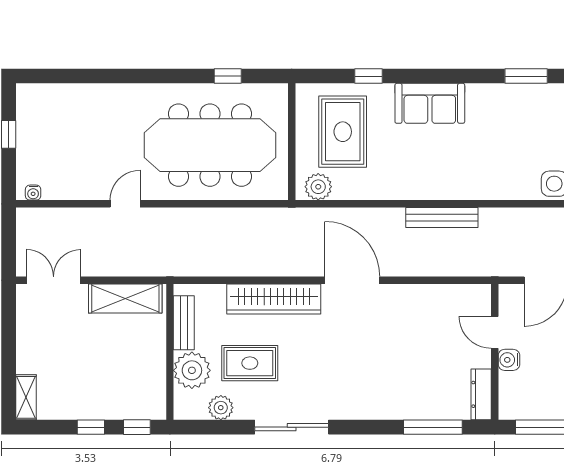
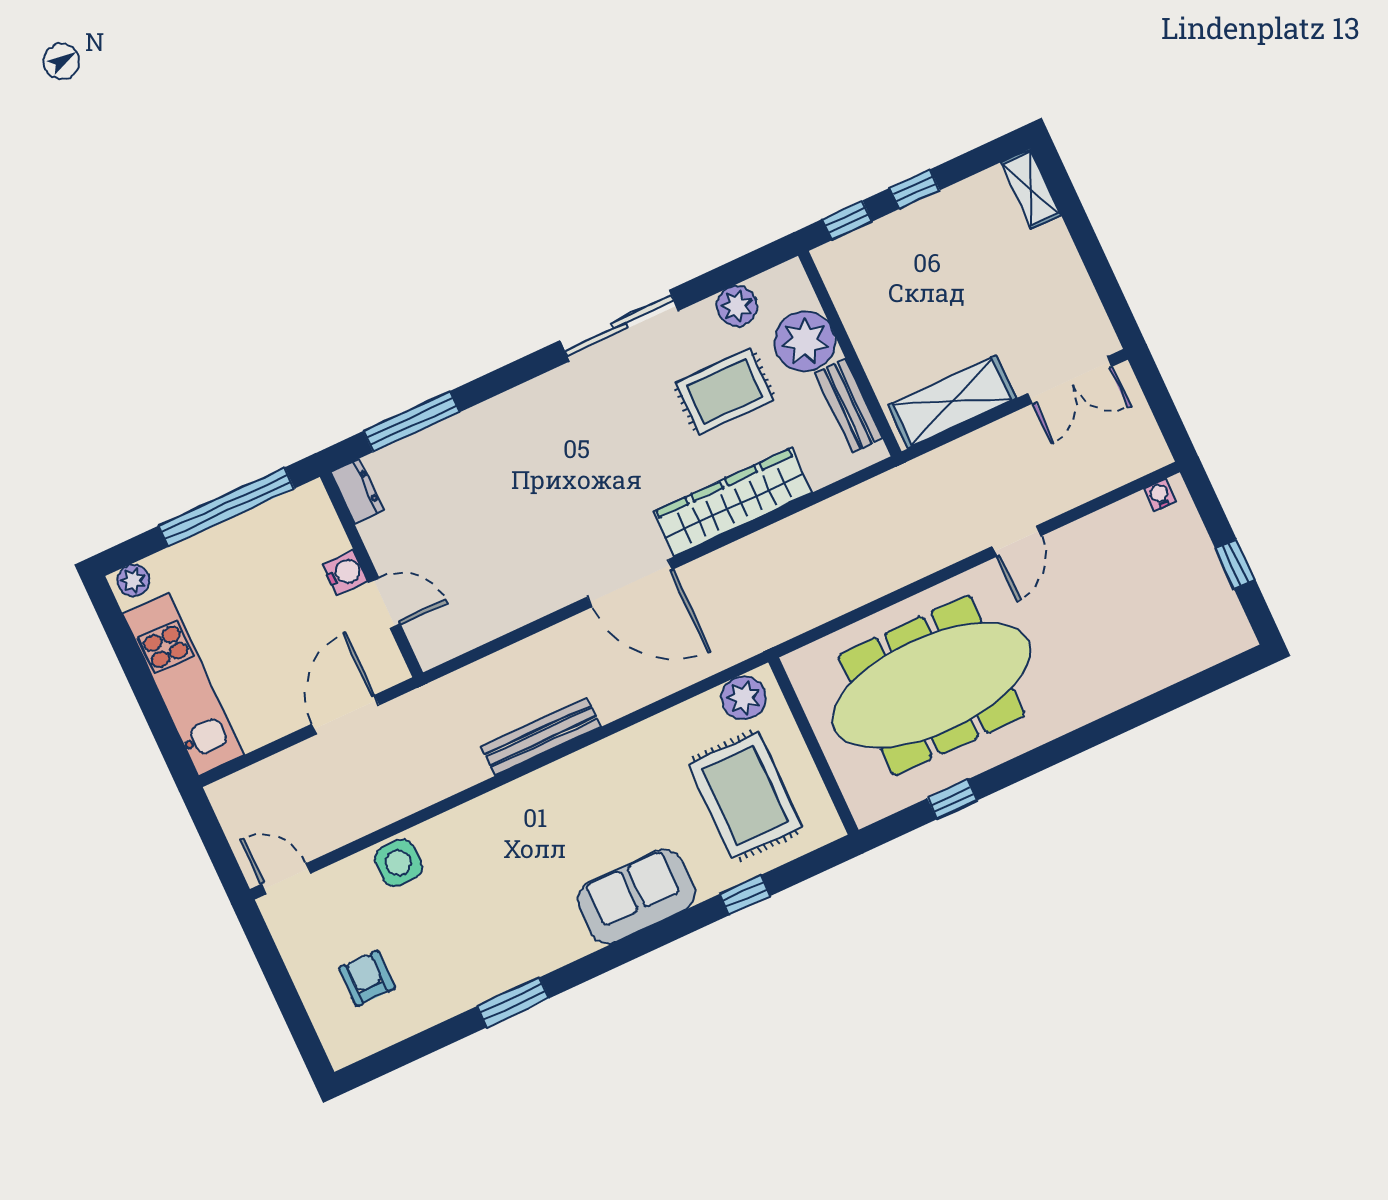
dresser: (481, 394) -> (357, 491), width x0.70

